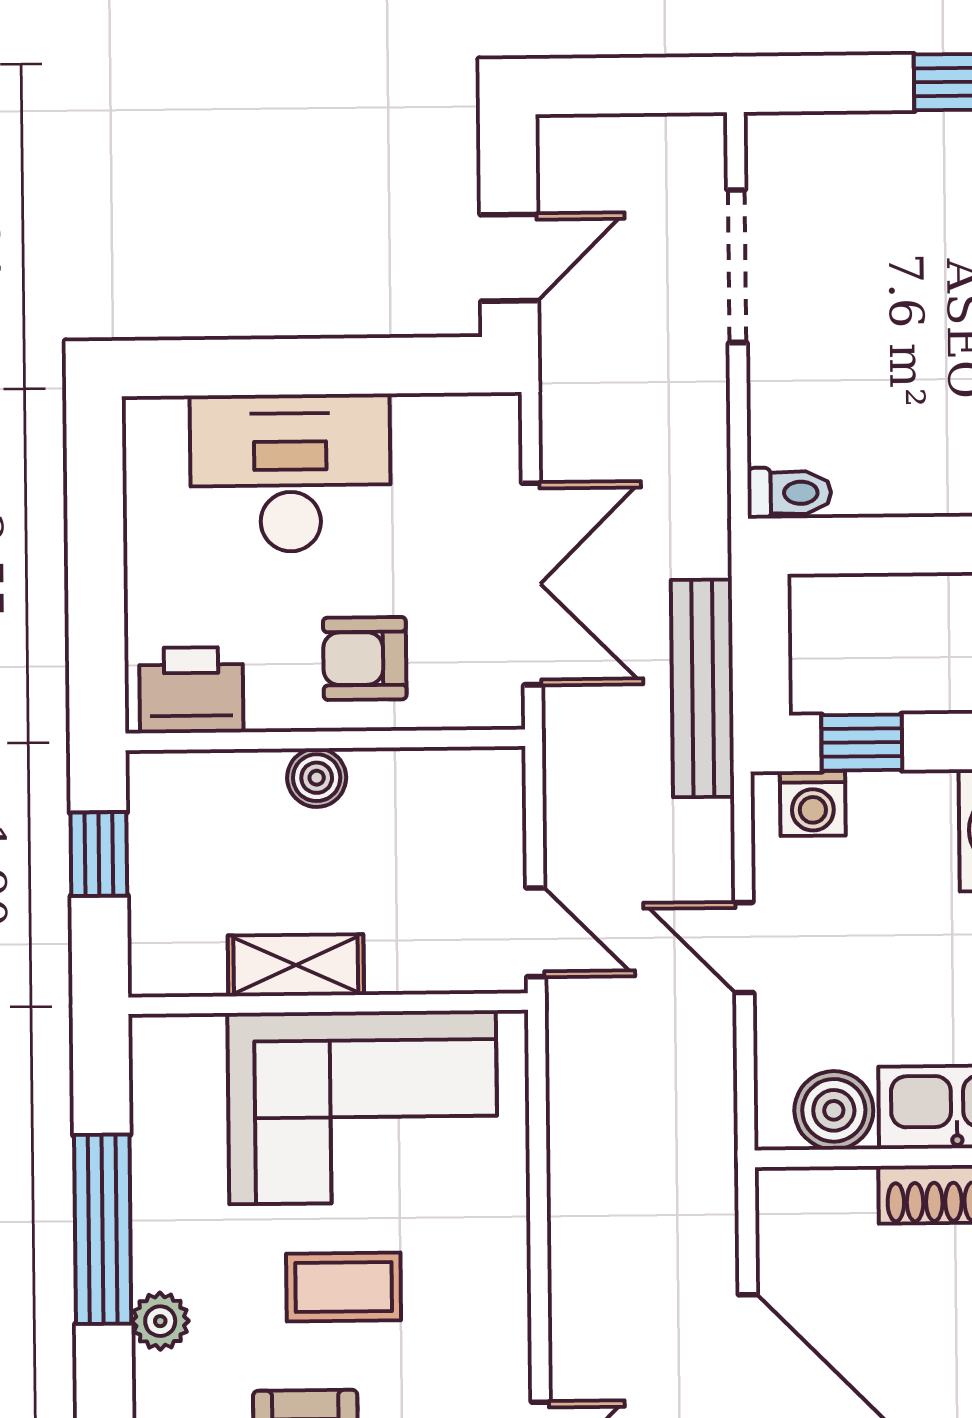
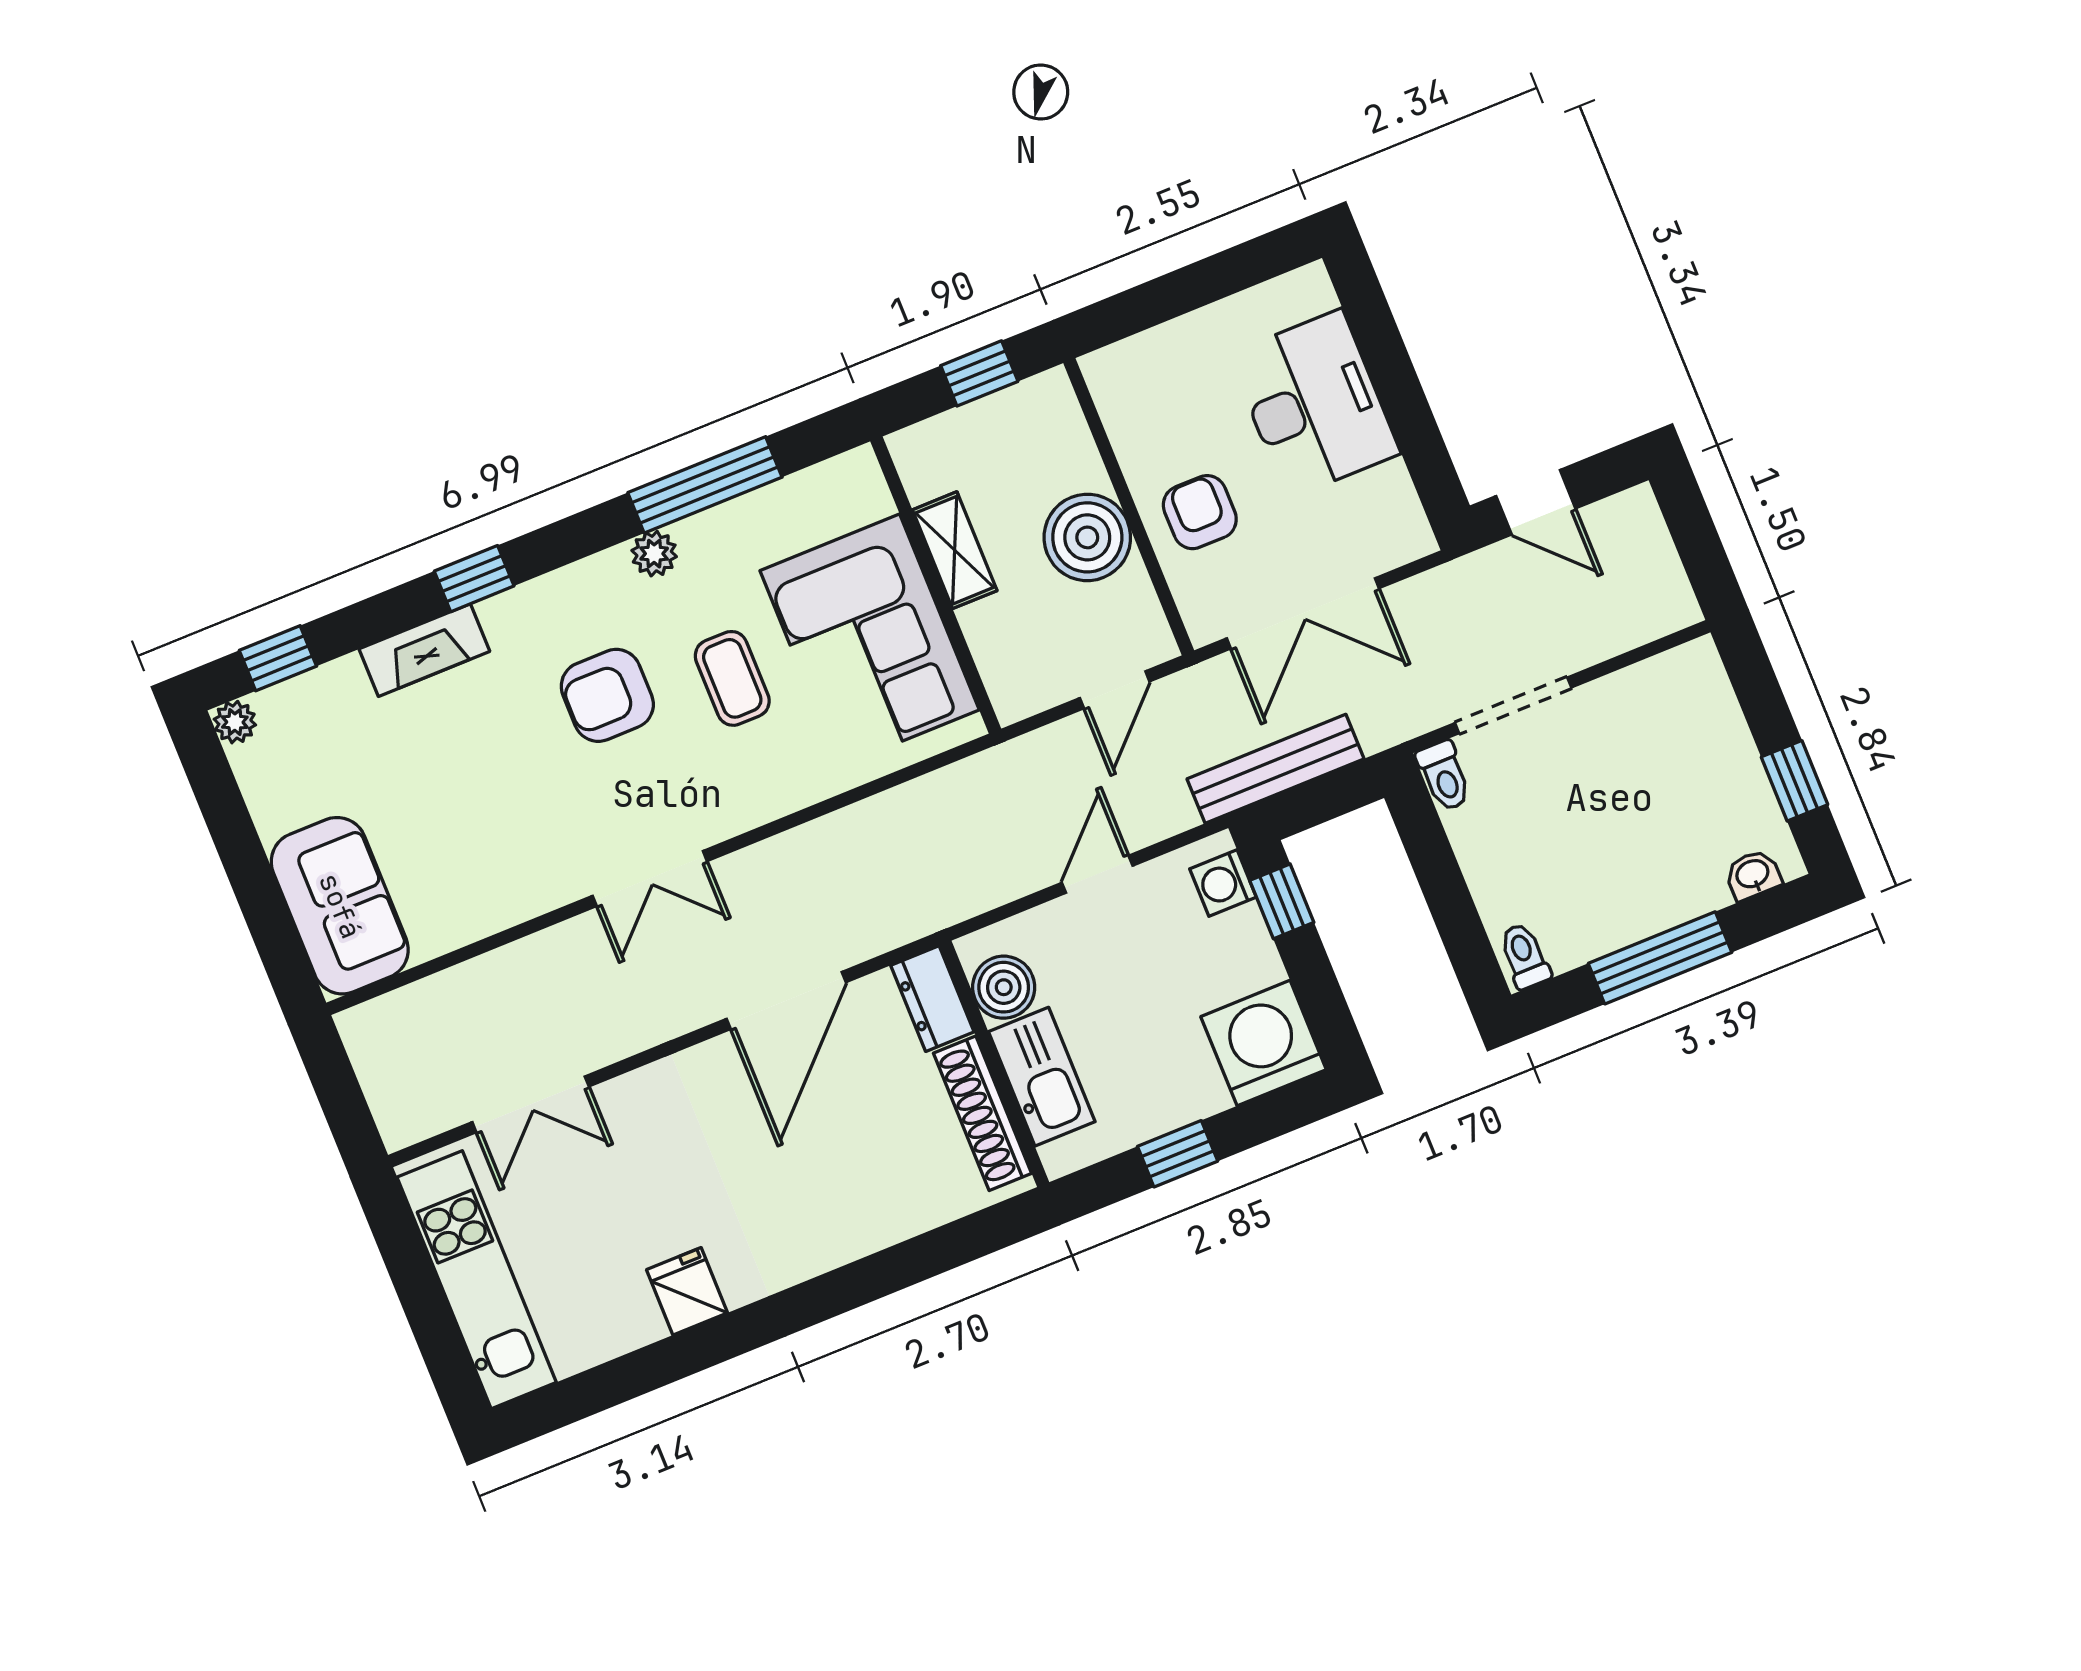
doorway: (737, 266) -> (1513, 705), moved
printer: (191, 690) -> (1126, 394), removed
boiler: (317, 778) -> (1087, 537), width x1.86, depth x1.86
door: (536, 932) -> (1115, 690), moved
dresser: (814, 1200) -> (932, 999), added

